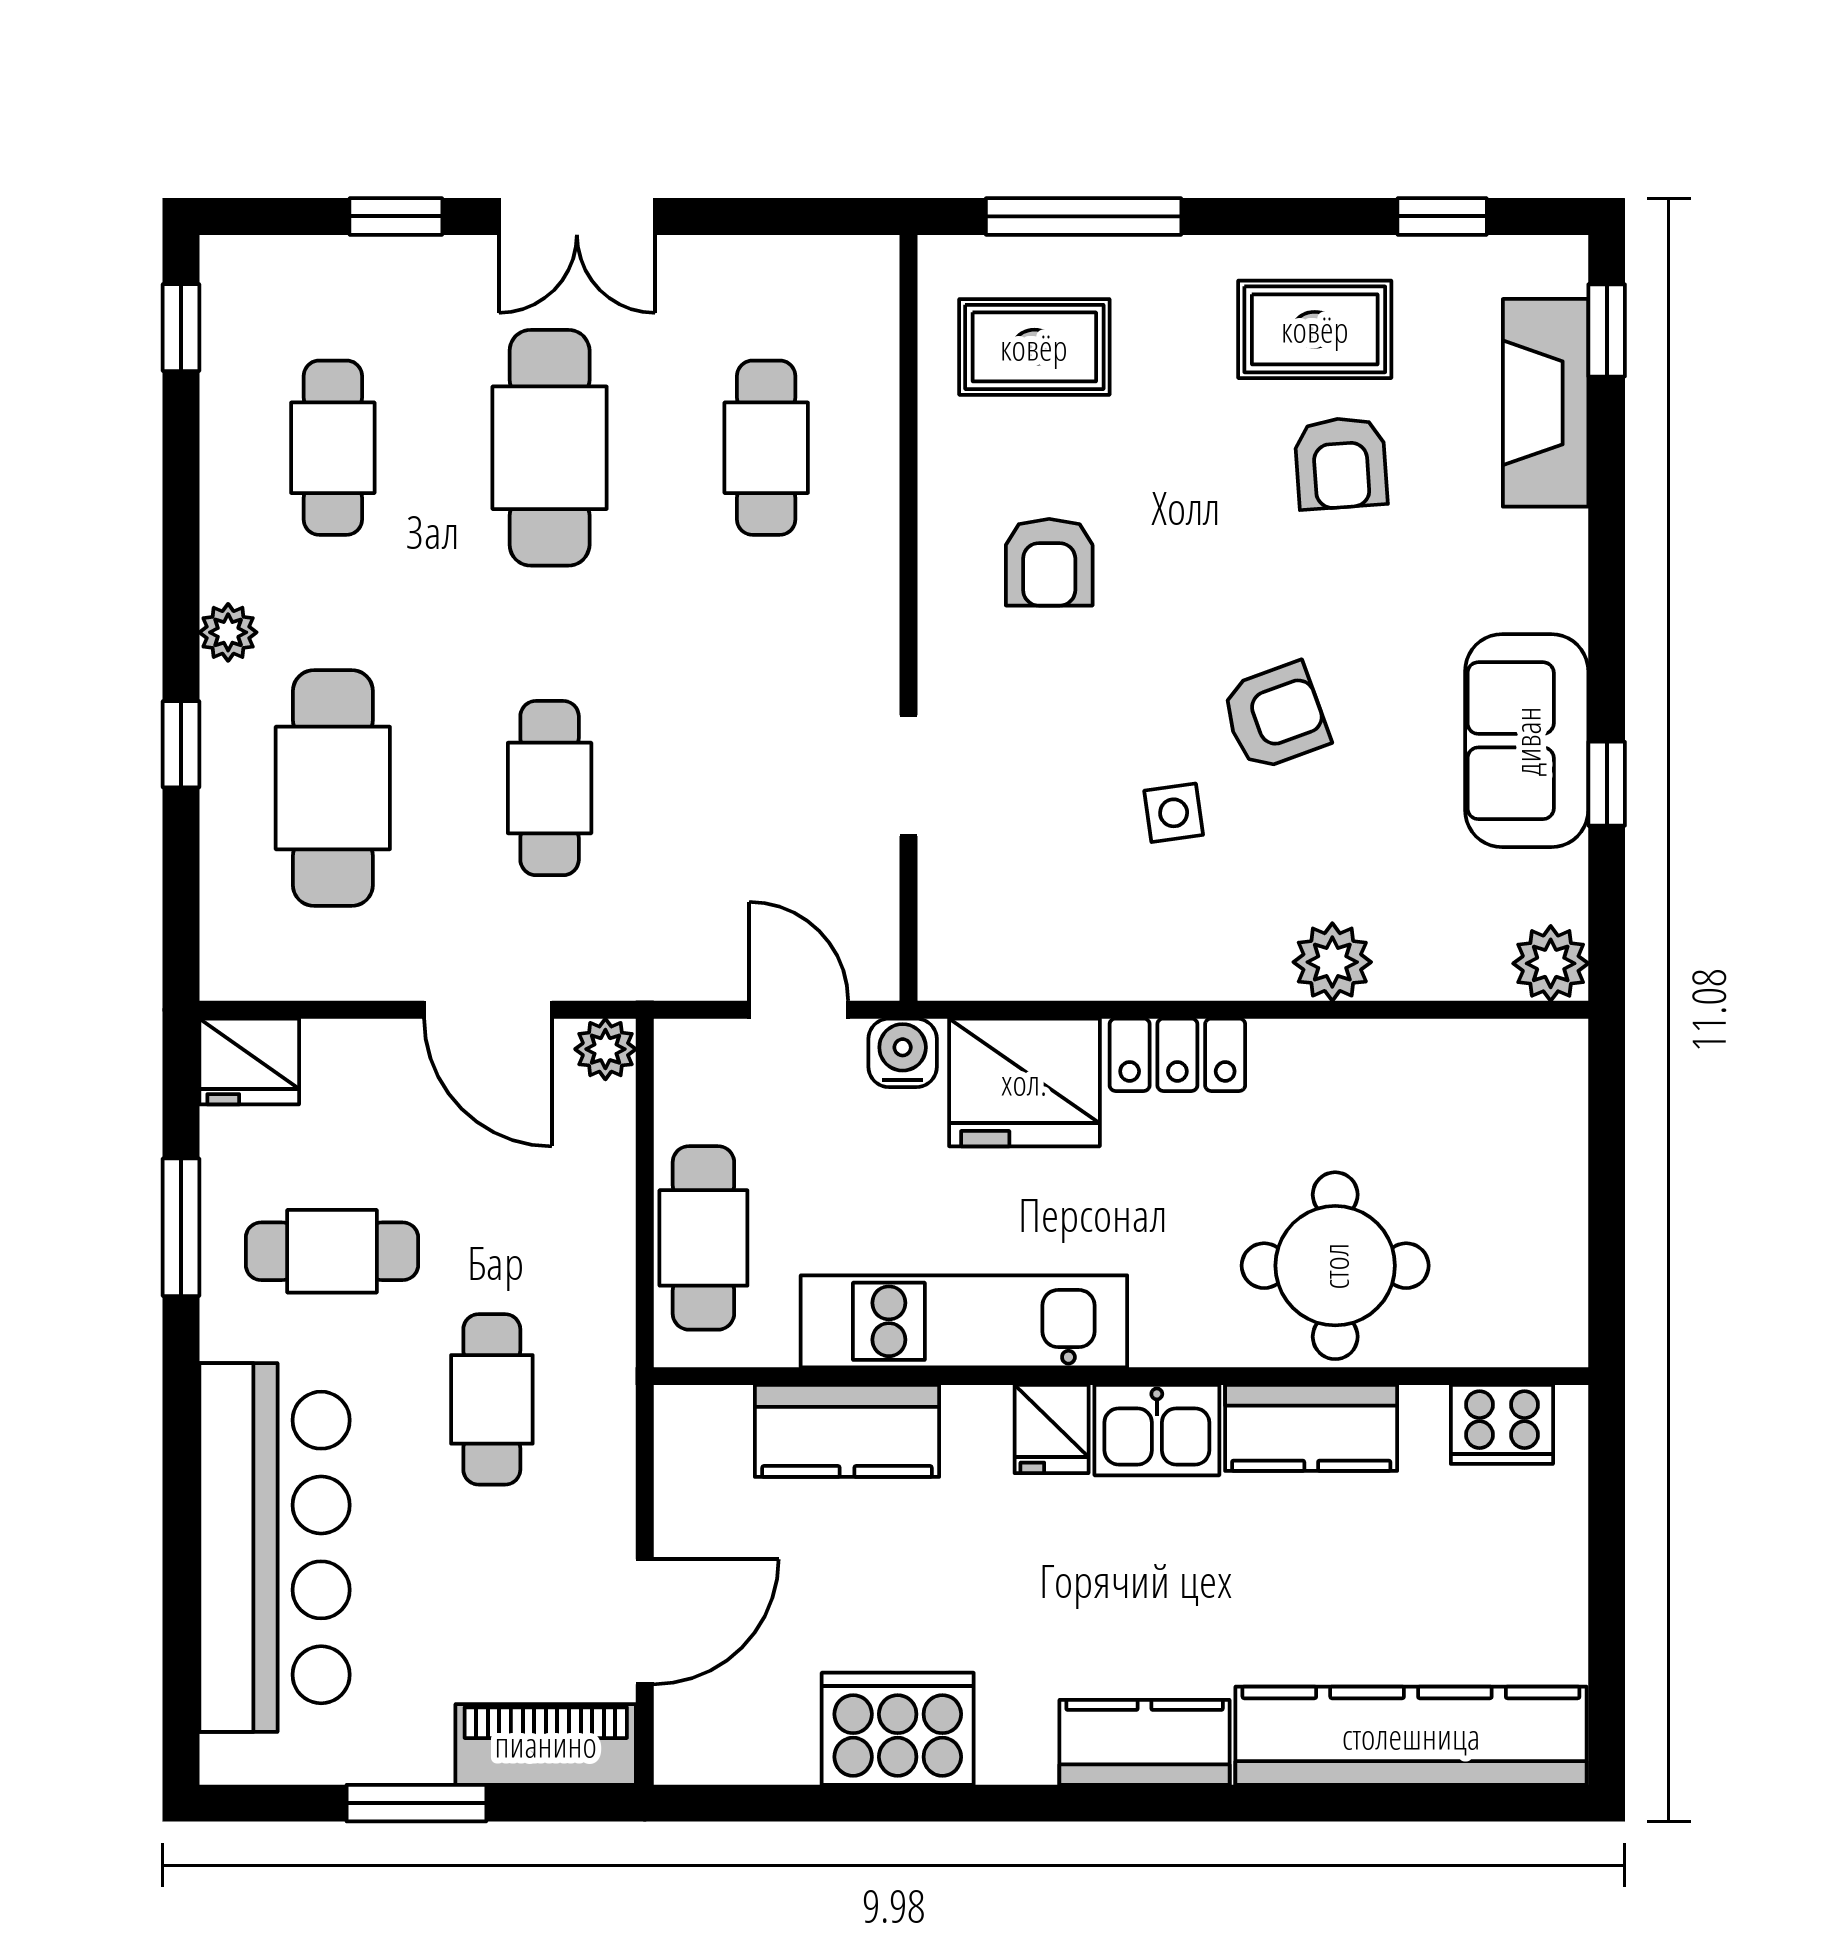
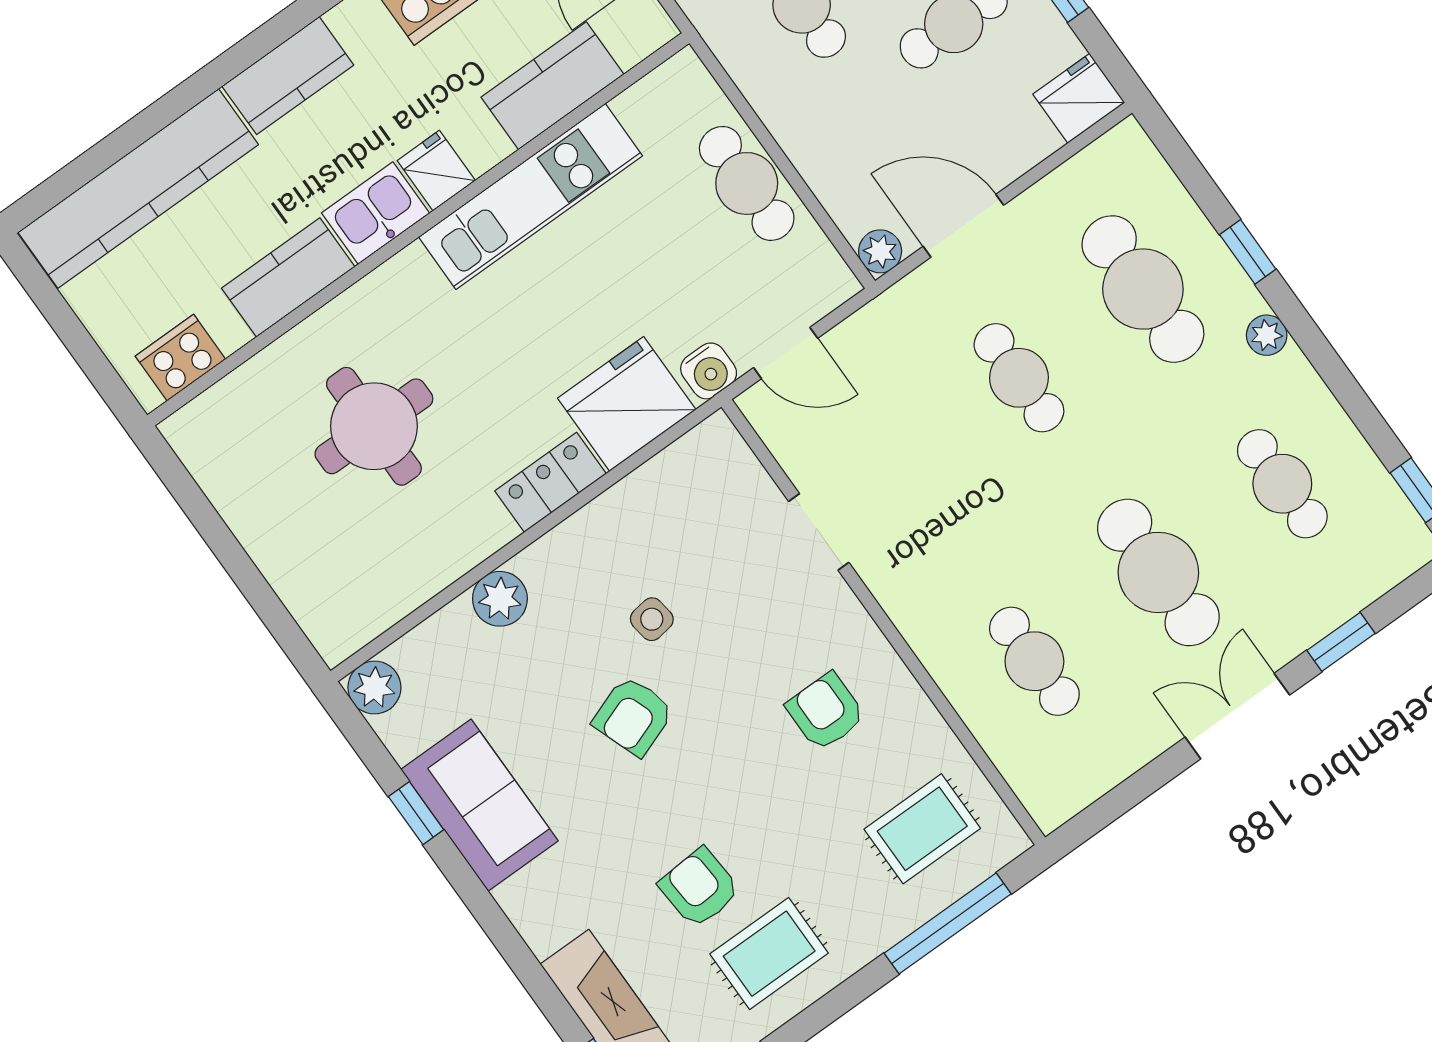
kitchen unit: (964, 1321) -> (530, 196), moved
wall: (1121, 1376) -> (418, 229), moved
cooker: (1502, 1424) -> (180, 358), moved
kitchen counter: (1311, 1428) -> (288, 278), moved
fridge: (1052, 1429) -> (436, 171), moved
kitchen sink: (1157, 1430) -> (376, 213), moved
kitchen counter: (847, 1431) -> (553, 86), moved

